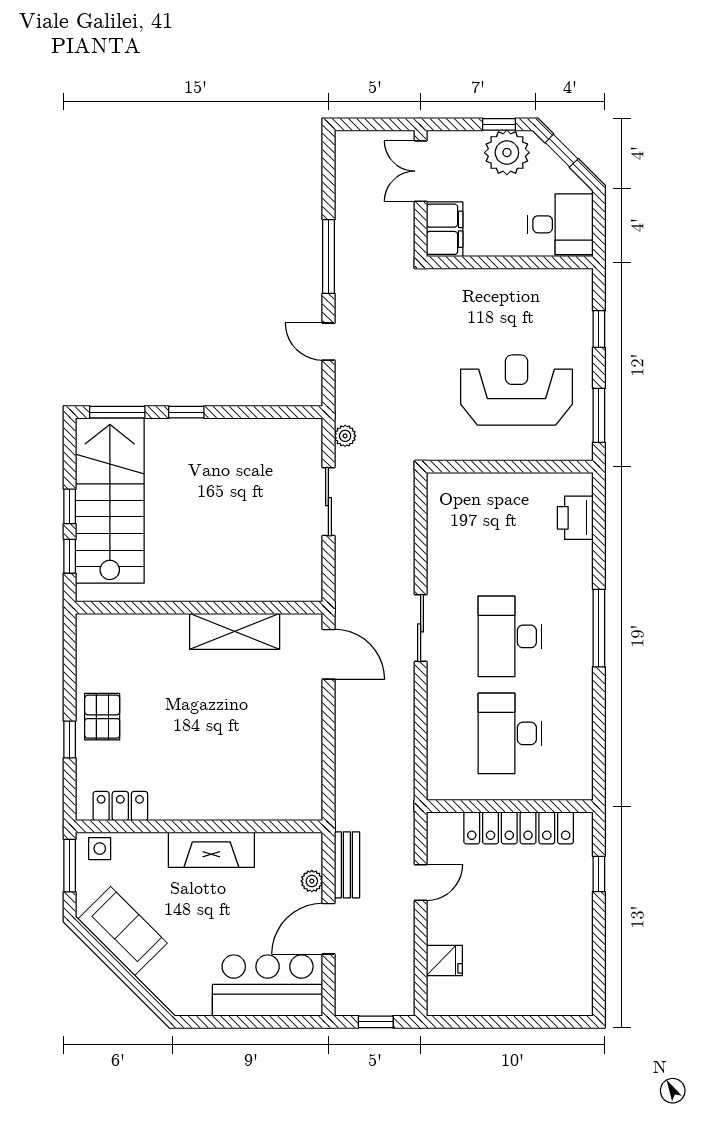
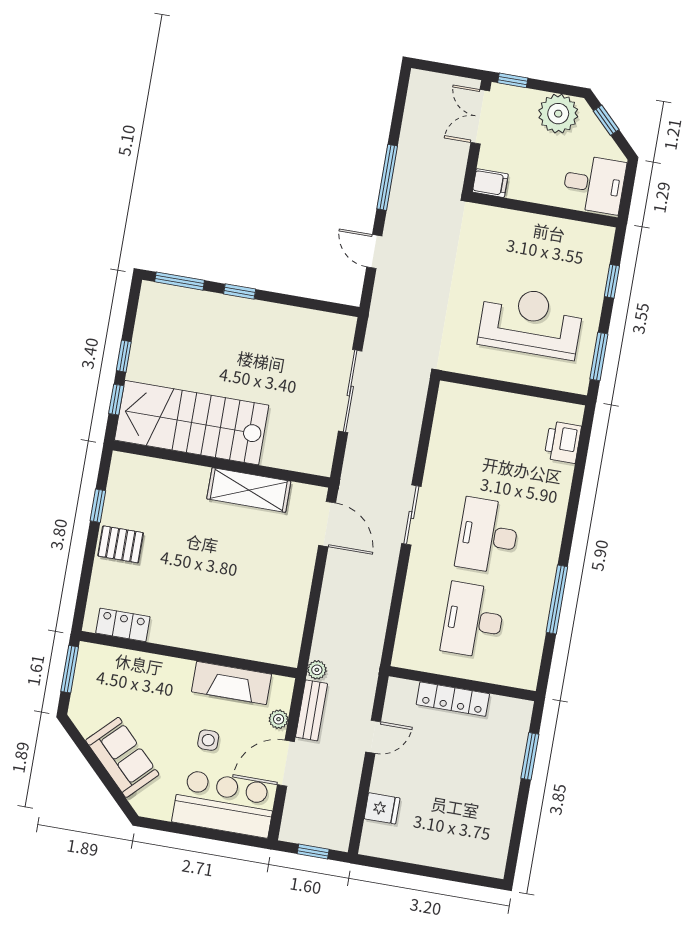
window: (499, 124) -> (513, 80), moved
filing cabinet: (445, 229) -> (490, 183), width x0.50
plant: (345, 436) -> (317, 670), moved
stairs: (110, 500) -> (192, 423), moved, turned -90
sliding door: (328, 502) -> (350, 391), width x1.37
window: (599, 628) -> (557, 599), moved
pallet: (102, 717) -> (121, 544), turned 90
window: (70, 740) -> (98, 506), moved
locker: (519, 828) -> (453, 699), width x0.71, depth x0.83
side table: (100, 849) -> (208, 740), moved
fireplace: (211, 850) -> (231, 683), moved
window: (599, 874) -> (530, 756), width x1.50
sofa: (122, 931) -> (122, 757), moved

